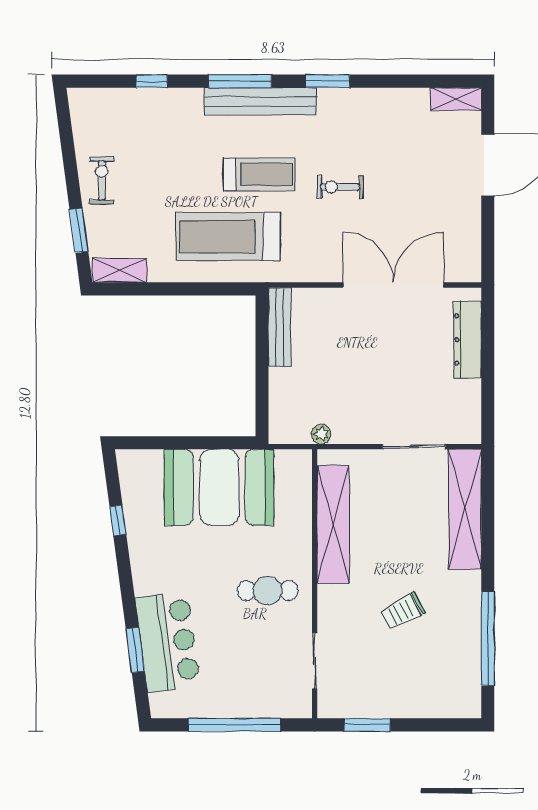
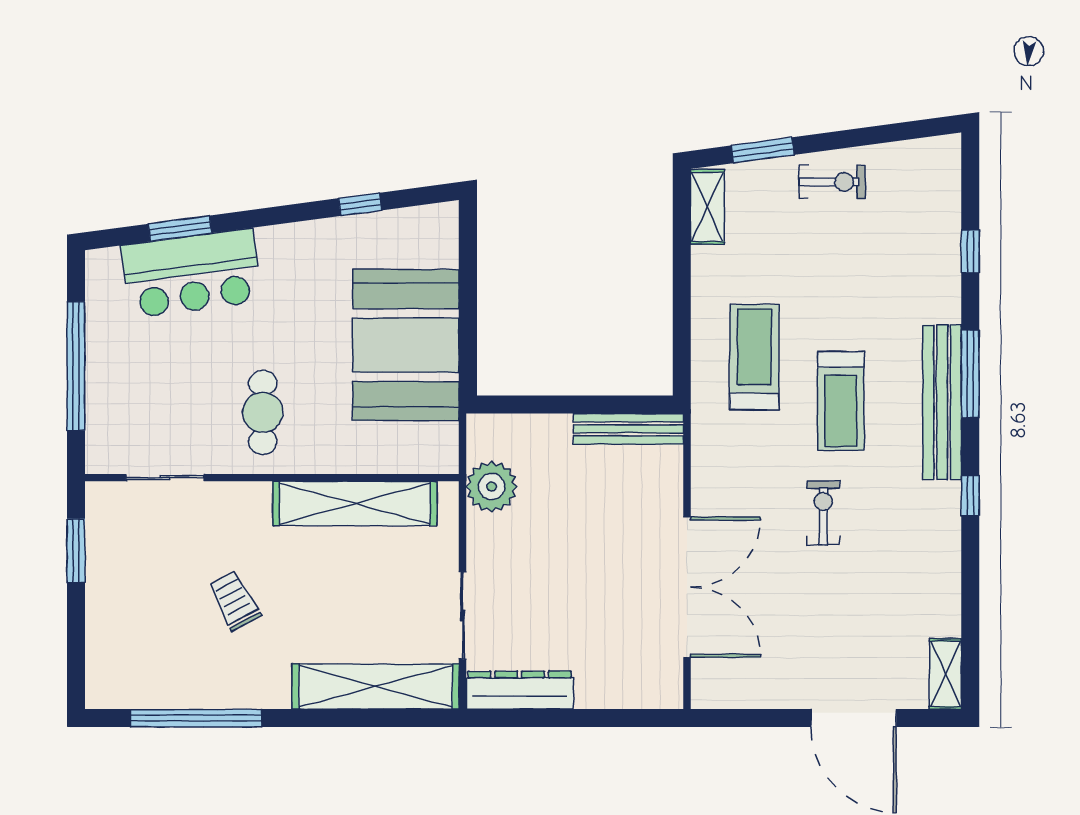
window: (328, 81) -> (970, 496), width x0.67
treadmill: (228, 237) -> (754, 357), width x0.73, depth x0.73
dresser: (468, 340) -> (520, 690), moved
plant: (321, 434) -> (492, 487), width x1.88, depth x1.88

